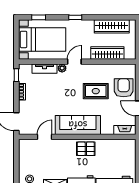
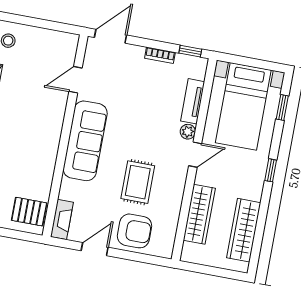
door: (74, 62) -> (195, 155), hinge flipped
door: (45, 137) -> (76, 80), swing flipped
pallet: (86, 149) -> (29, 212), moved, turned 90

